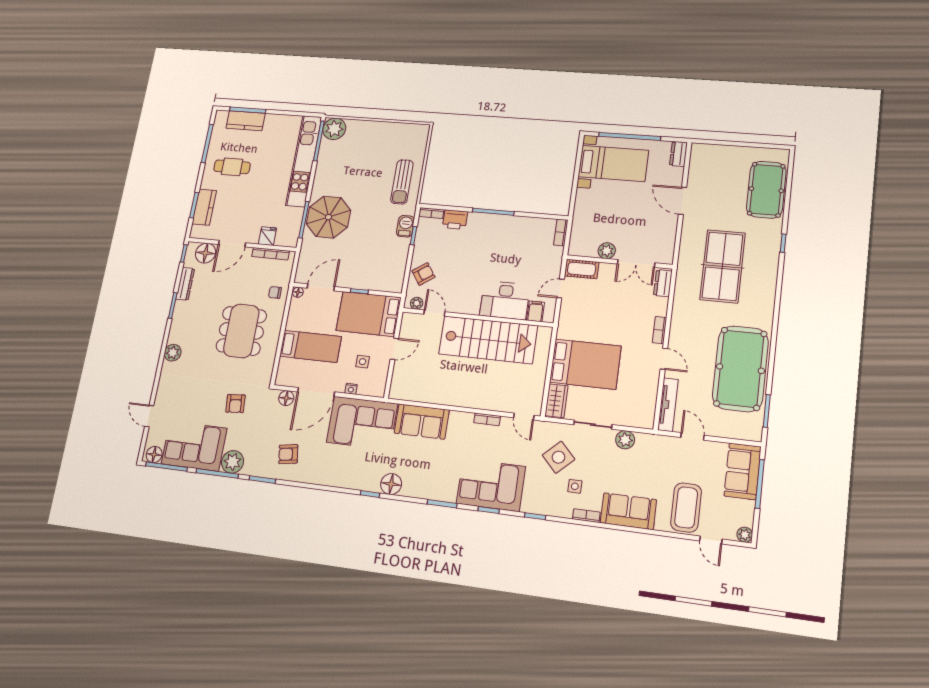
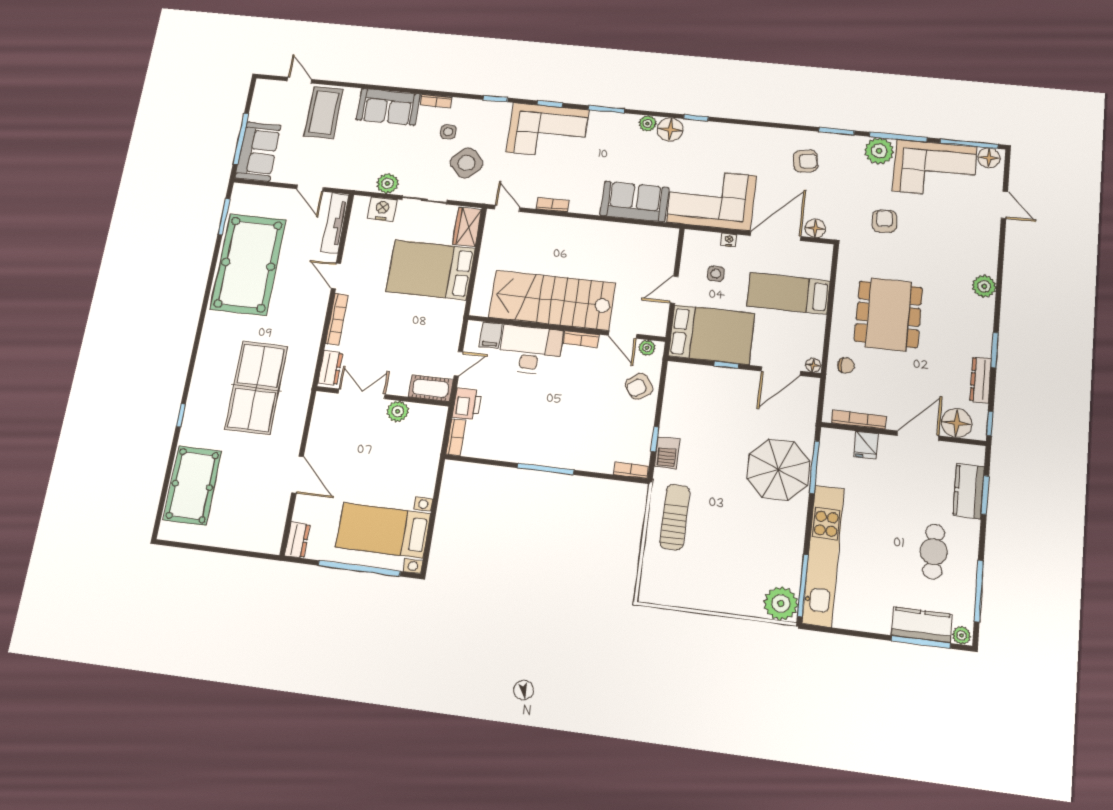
plant: (222, 116) -> (962, 635), added
cafe table: (232, 167) -> (934, 552), turned 90
printer: (455, 220) -> (467, 404), moved, turned 90
bookcase: (466, 309) -> (581, 339), added
bookcase: (660, 330) -> (337, 319), width x1.56
nightstand: (628, 417) -> (382, 209), added
plant: (745, 535) -> (648, 123), moved

